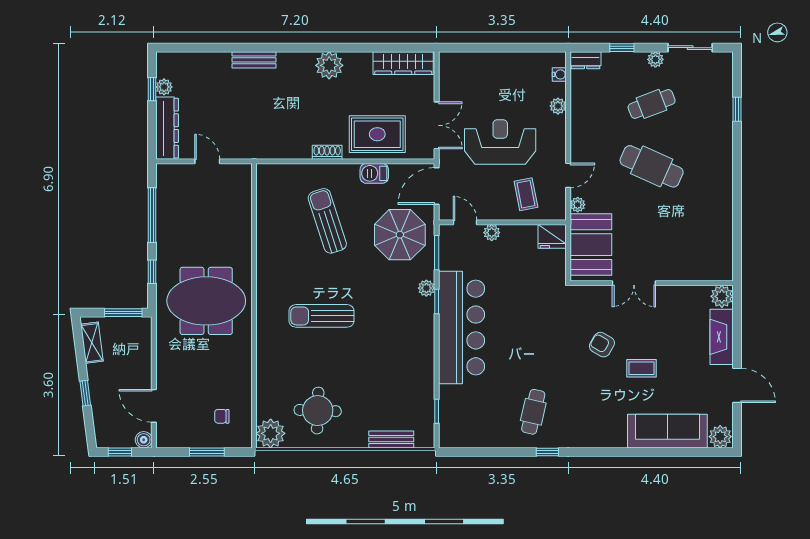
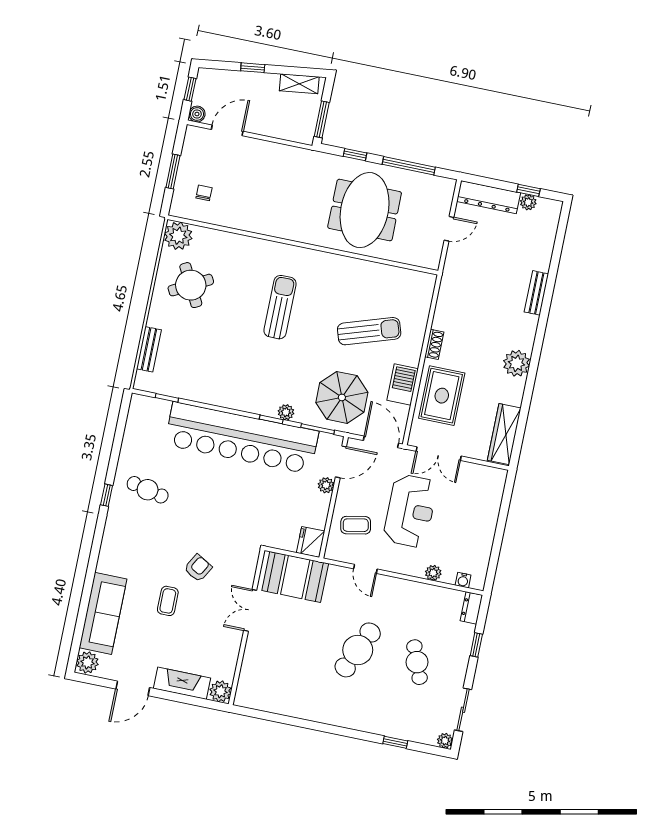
plant: (655, 59) -> (445, 741), moved
barbecue: (374, 173) -> (403, 385), width x1.38, depth x1.27
plant: (578, 205) -> (336, 572), removed
door: (465, 222) -> (341, 462), width x1.38
meeting table: (206, 301) -> (365, 210), moved
bar counter: (462, 327) -> (242, 438), width x1.36
round table: (318, 411) -> (191, 285), turned -30

